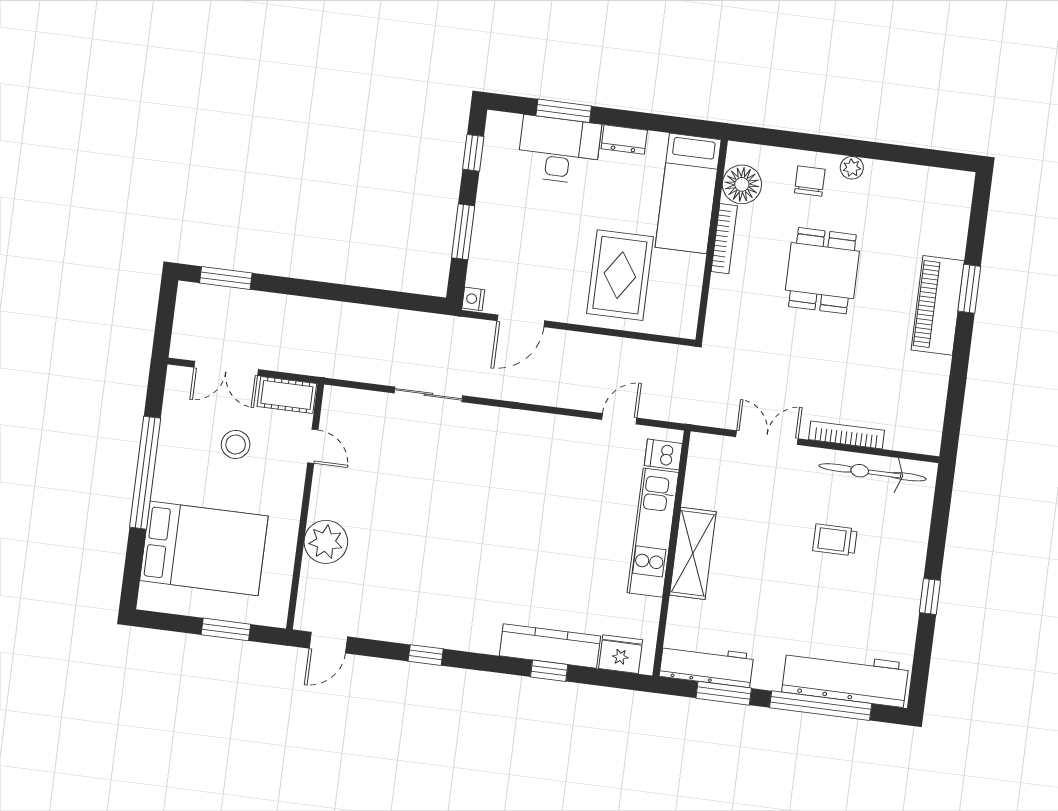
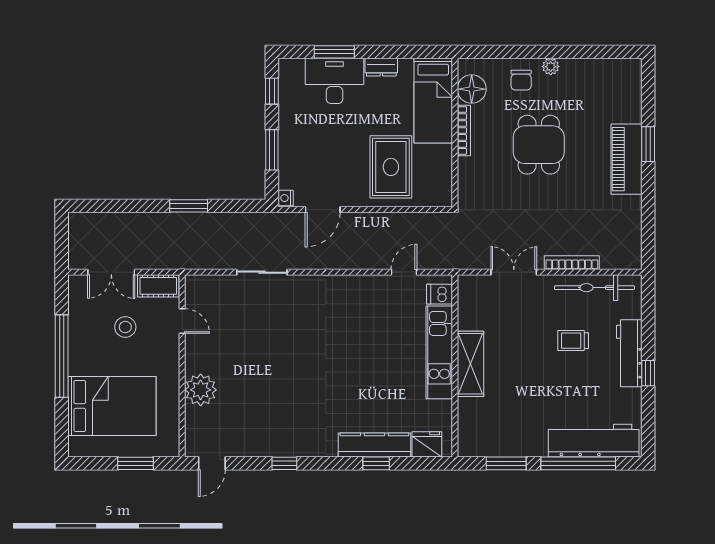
chair: (810, 181) -> (521, 80), turned 180
window: (226, 278) -> (189, 206), moved
workbench: (707, 665) -> (629, 353), moved, turned -90

